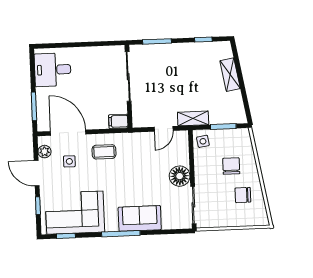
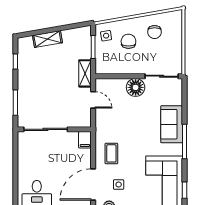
side table: (203, 141) -> (106, 36), moved
chair: (231, 166) -> (128, 41), turned 90

